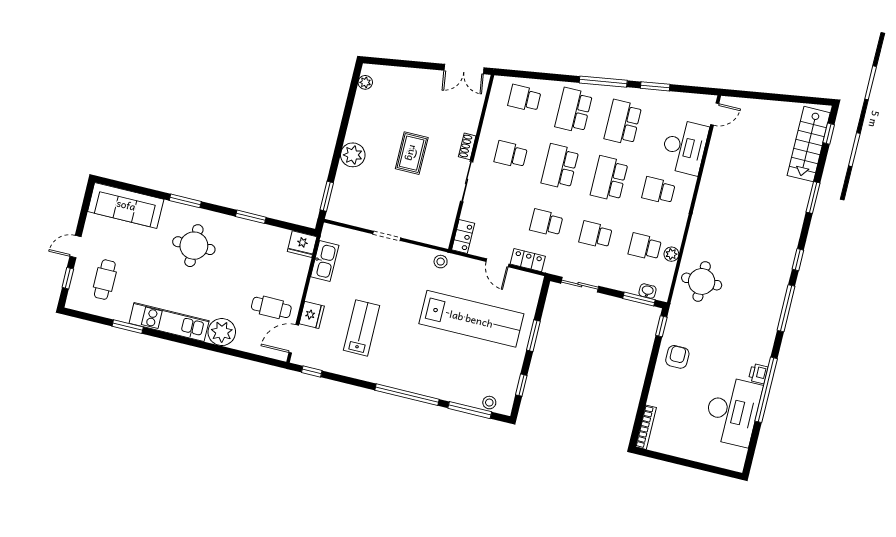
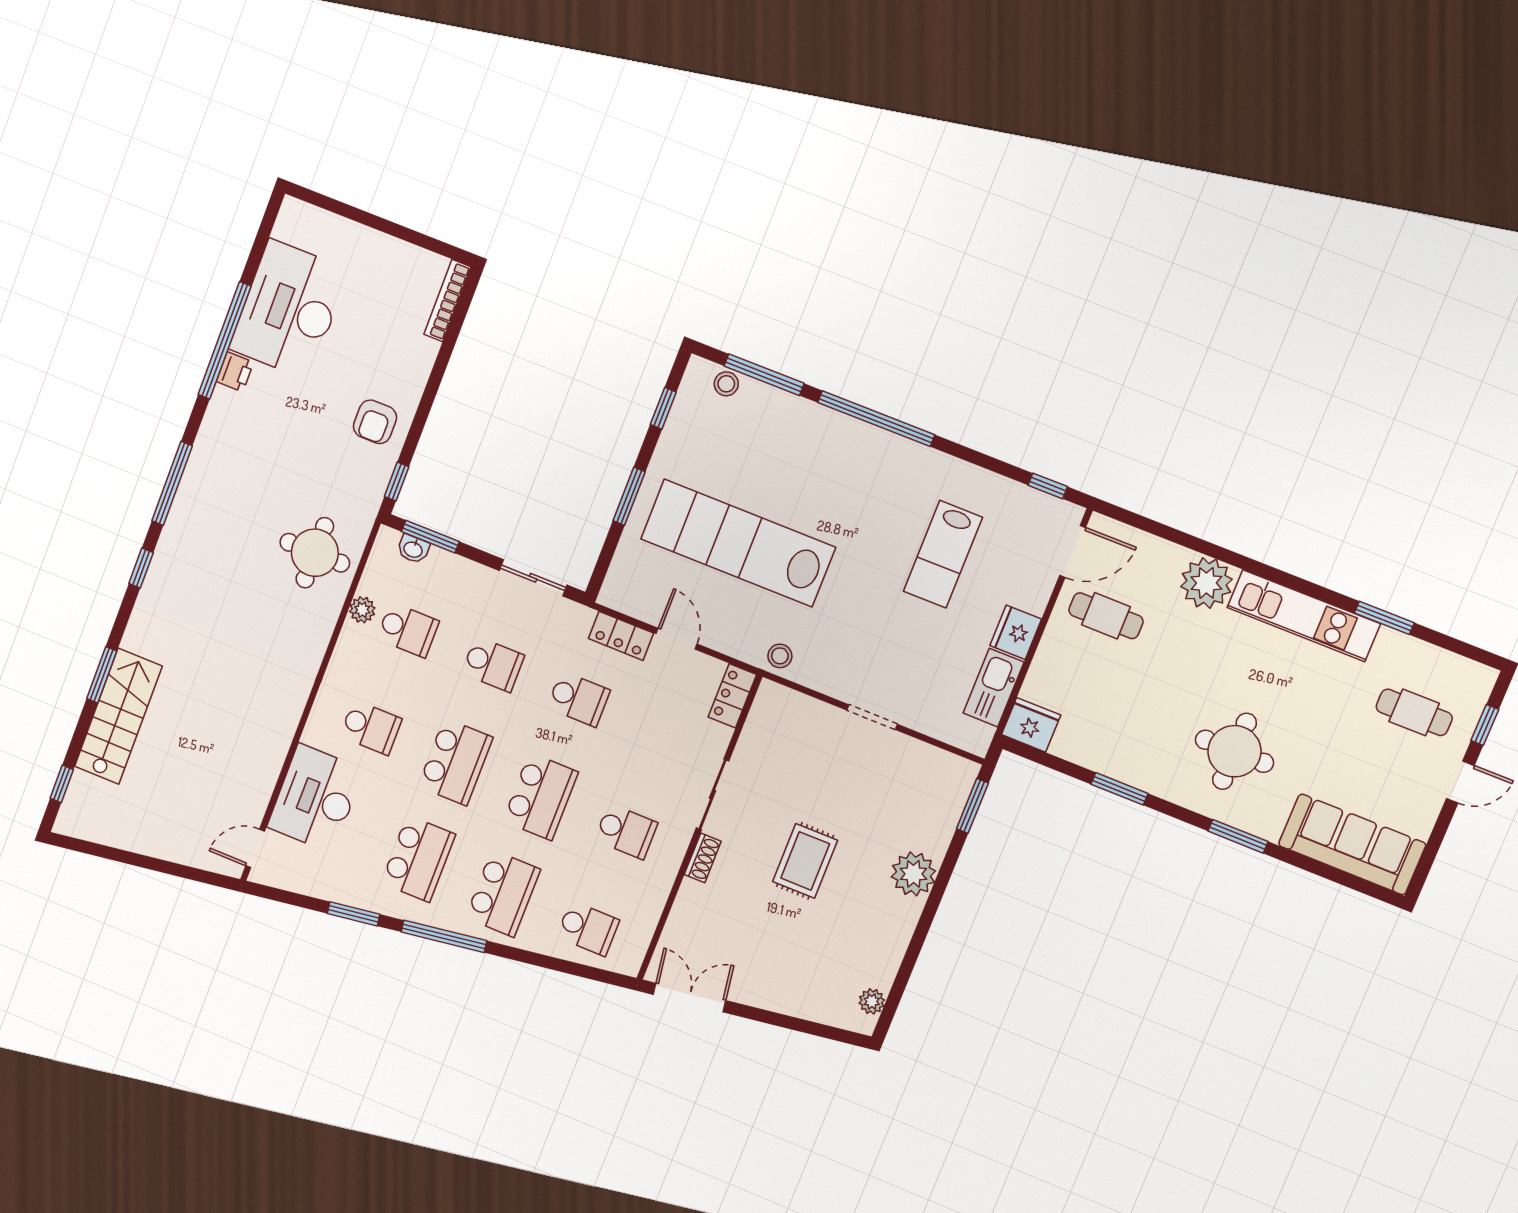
stairs: (809, 144) -> (118, 716), moved
cafe table: (105, 280) -> (1414, 712), turned 90
fridge: (312, 315) -> (1016, 632), moved

